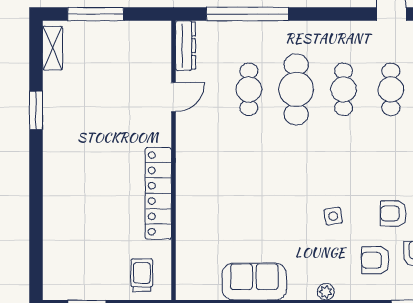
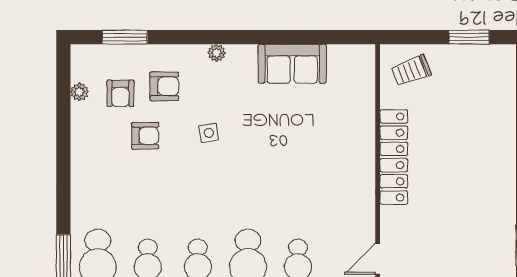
trolley: (142, 275) -> (411, 70), turned 69

